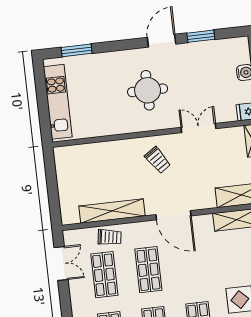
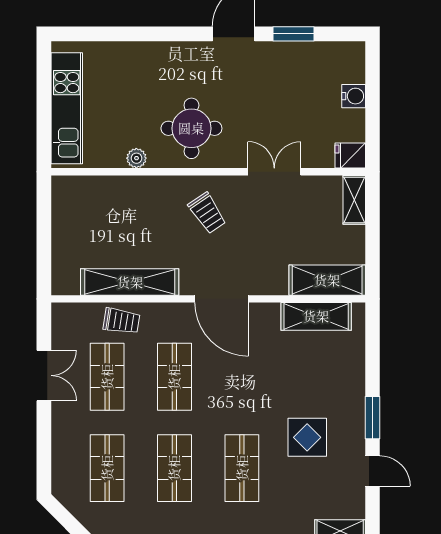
window: (77, 50) -> (104, 34), removed
round table: (148, 90) -> (191, 128), moved
plant: (107, 129) -> (136, 158), added
double door: (61, 264) -> (44, 375), moved

